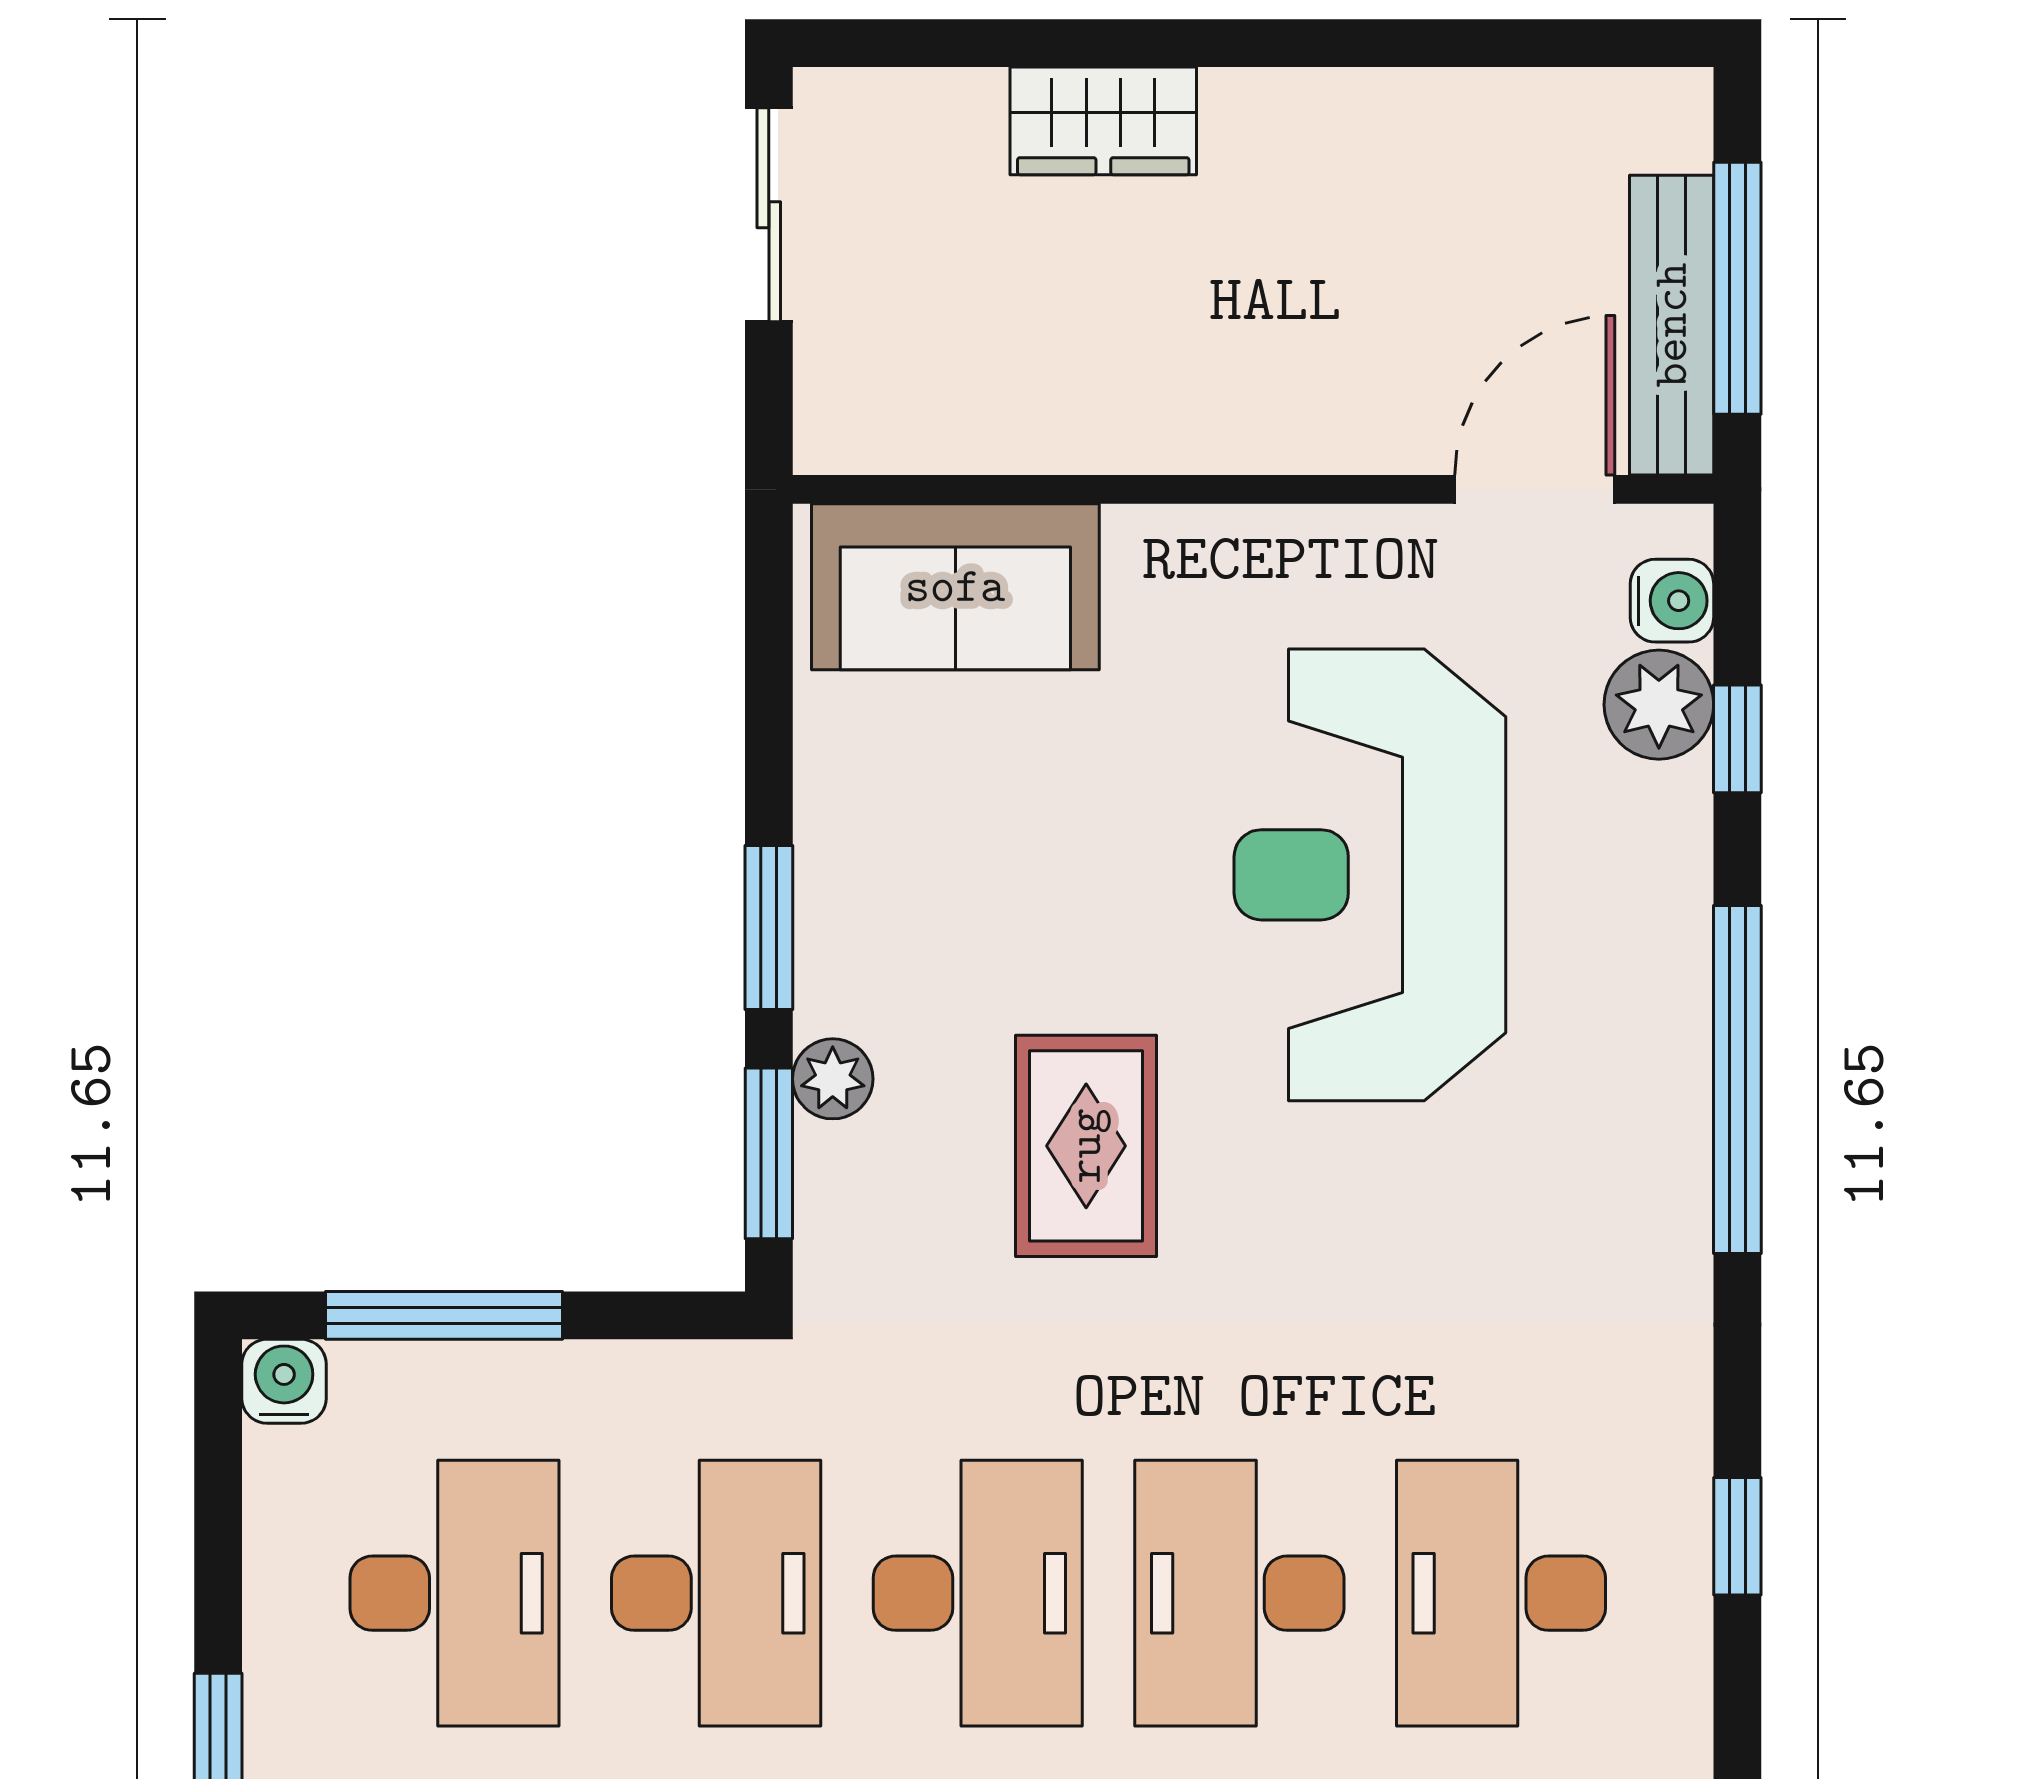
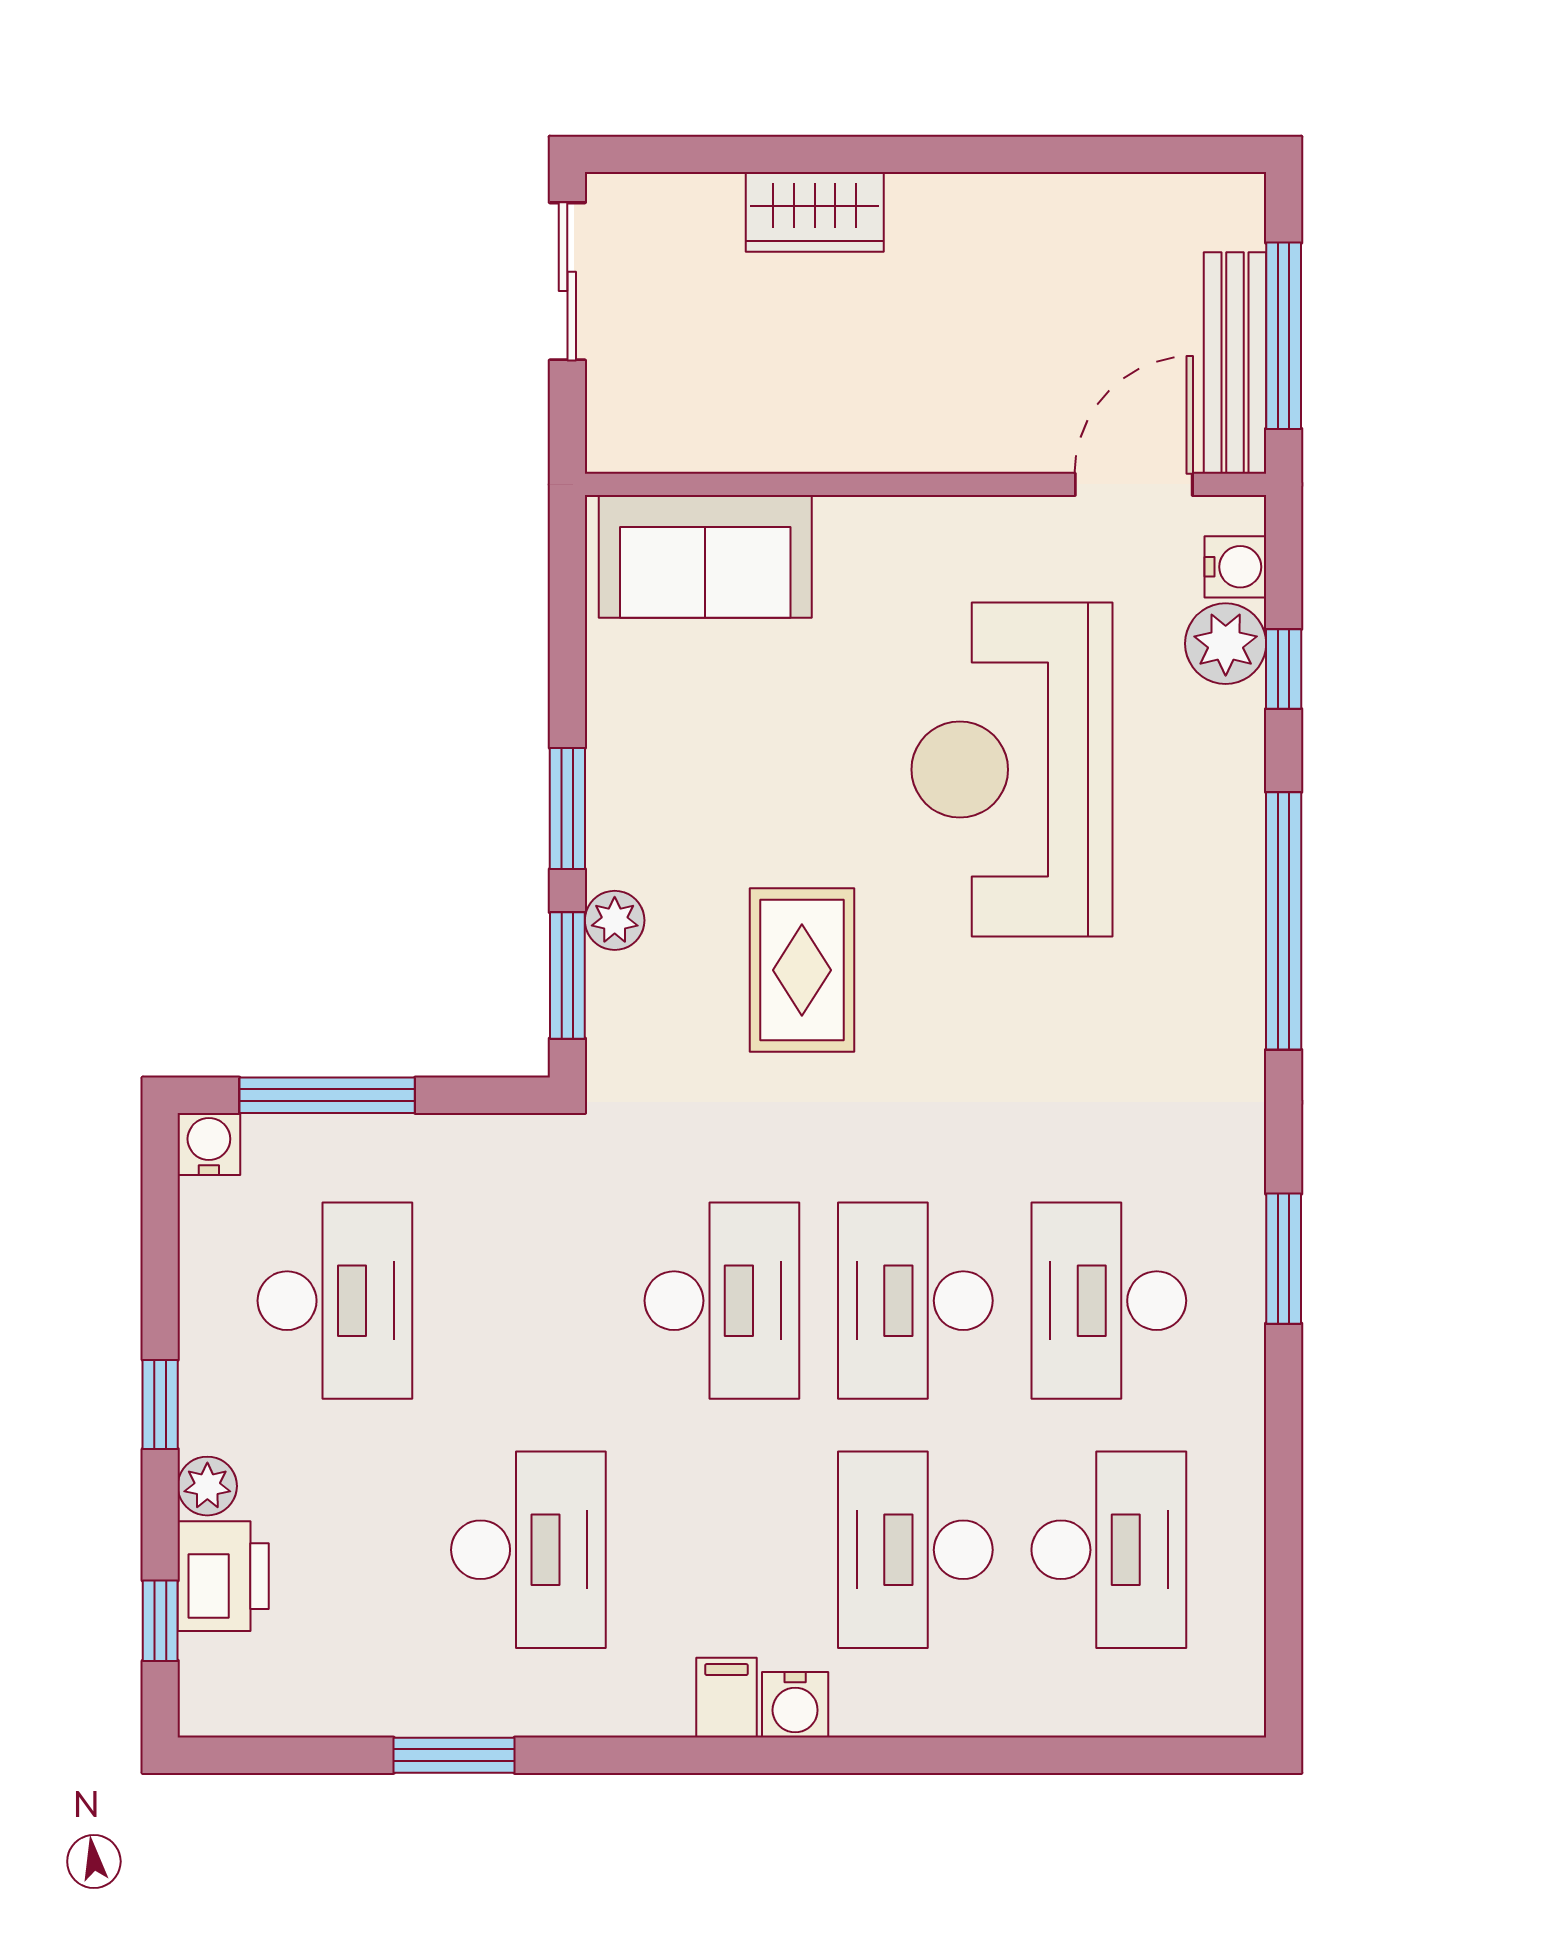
window: (1737, 1536) -> (1284, 1259), width x1.50
desk: (716, 1593) -> (528, 1301), removed

